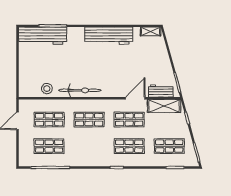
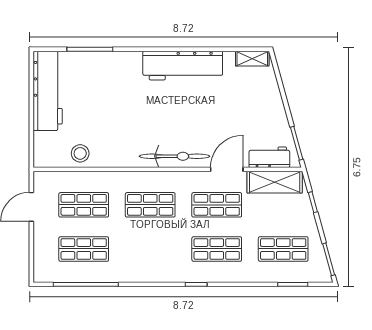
workbench: (43, 36) -> (48, 91), moved, turned -90
bicycle: (80, 90) -> (174, 156), moved

